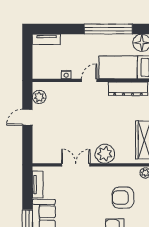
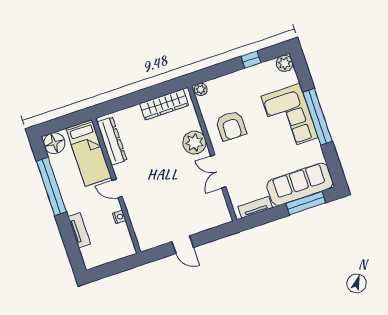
tv unit: (46, 39) -> (79, 230), moved
plant: (39, 97) -> (155, 239), removed
armchair: (123, 198) -> (231, 126), moved

